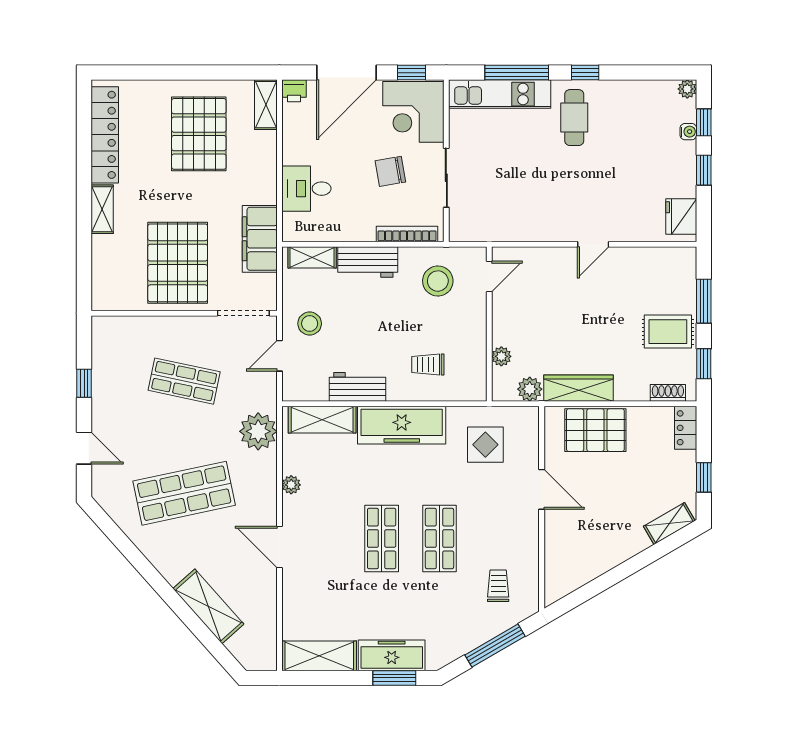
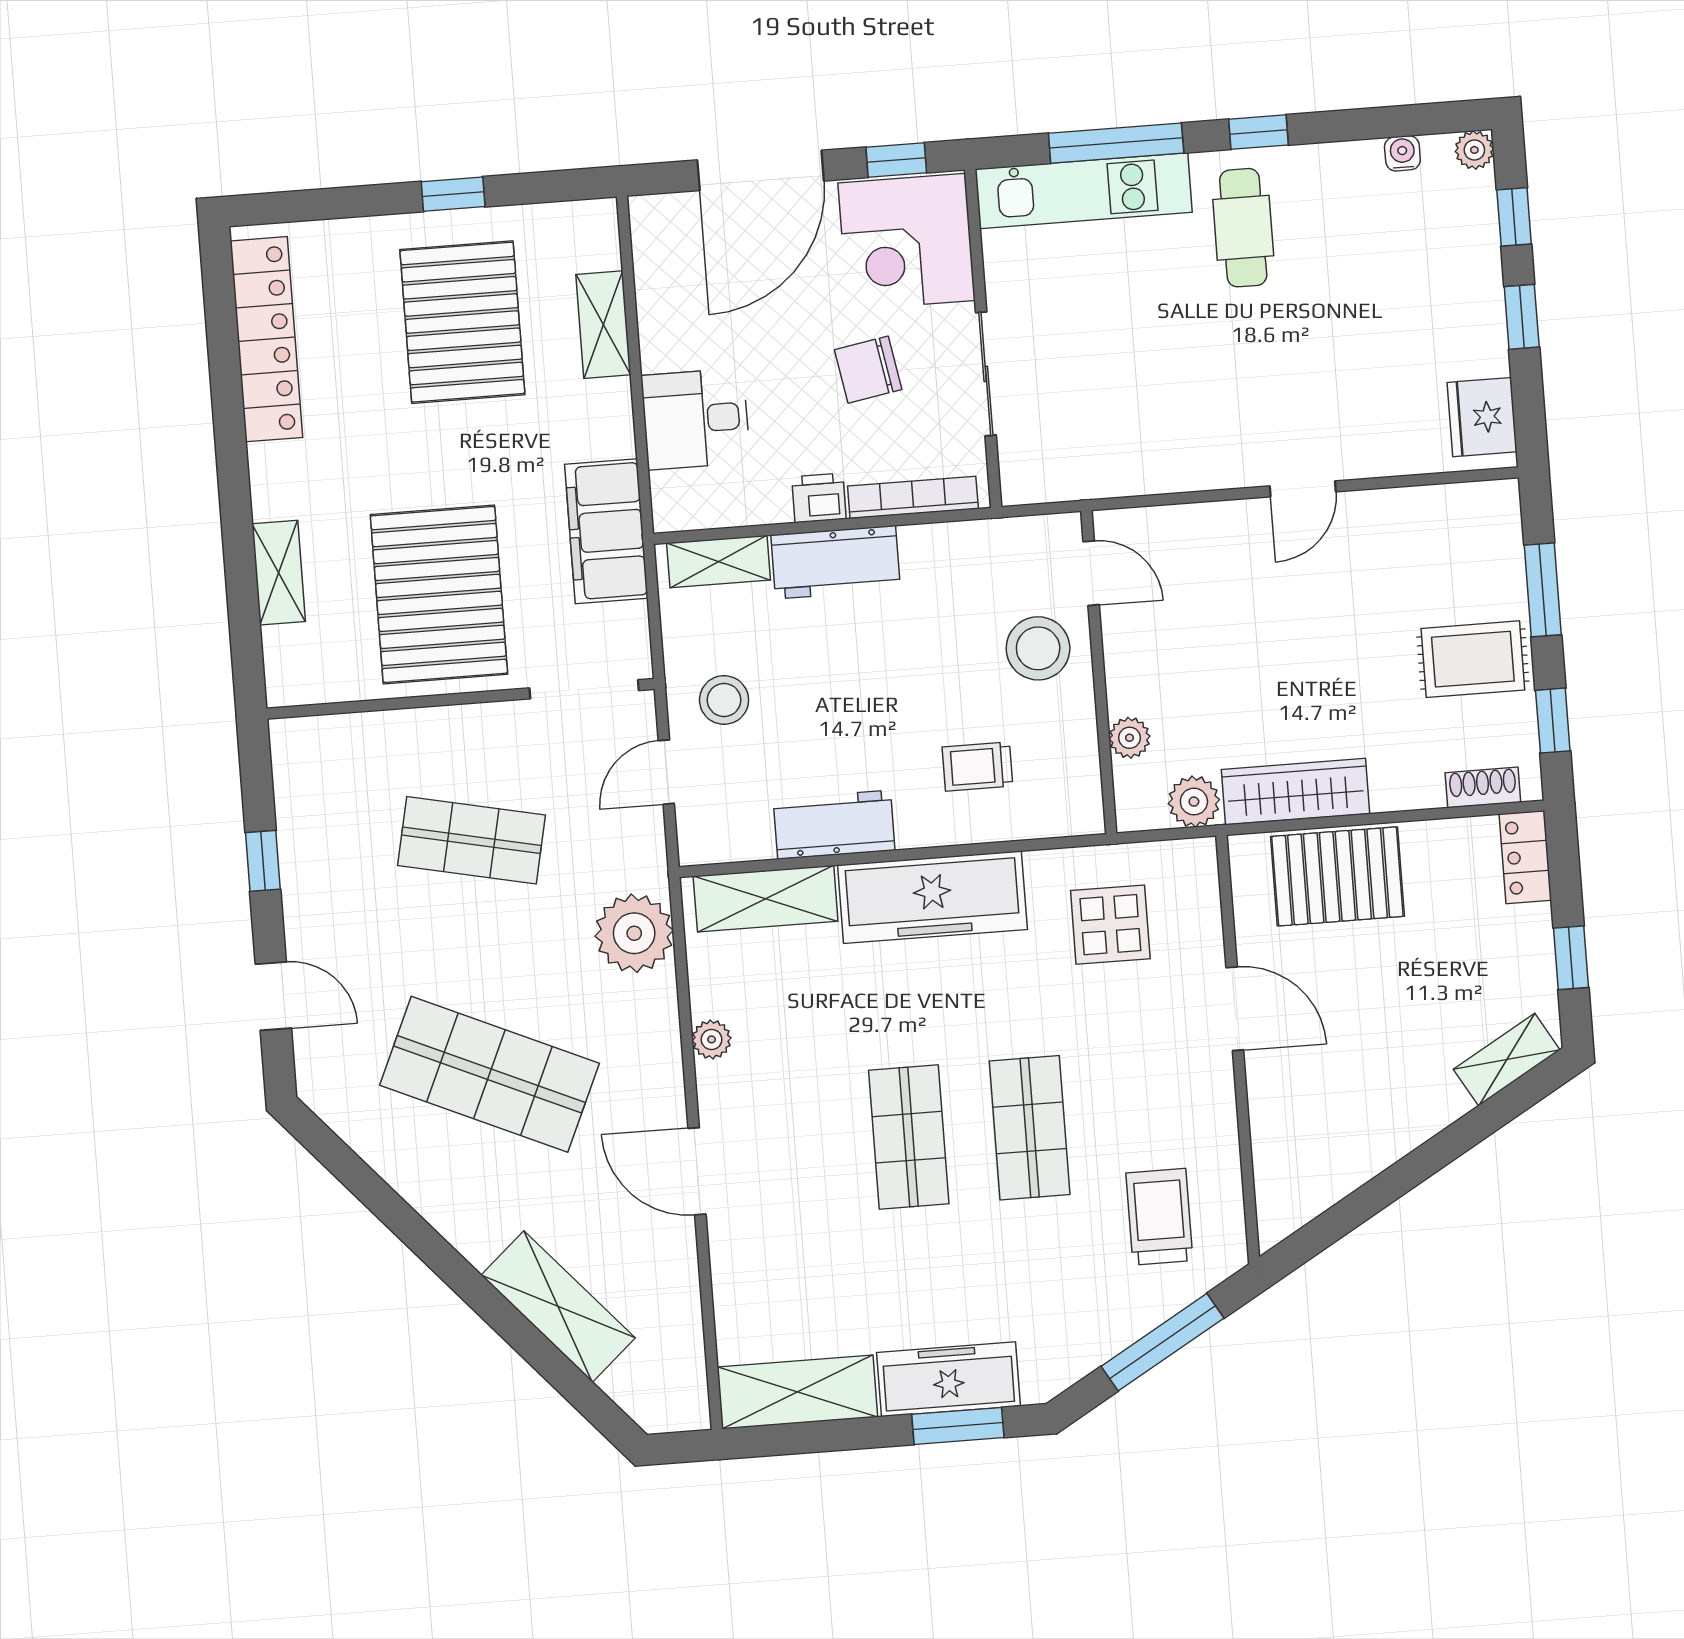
window: (199, 73) -> (453, 194), added
printer: (294, 91) -> (819, 498), moved, turned 180
shelving: (266, 105) -> (603, 325), moved
water cooler: (688, 132) -> (1402, 153), moved, turned -90
shelving: (102, 209) -> (279, 573), moved
door: (489, 277) -> (1091, 573), hinge flipped
stool: (438, 281) -> (1038, 648), moved
shop shelf: (184, 493) -> (489, 1074), turned 36
trolley: (498, 586) -> (1159, 1217), width x1.36, depth x1.39

